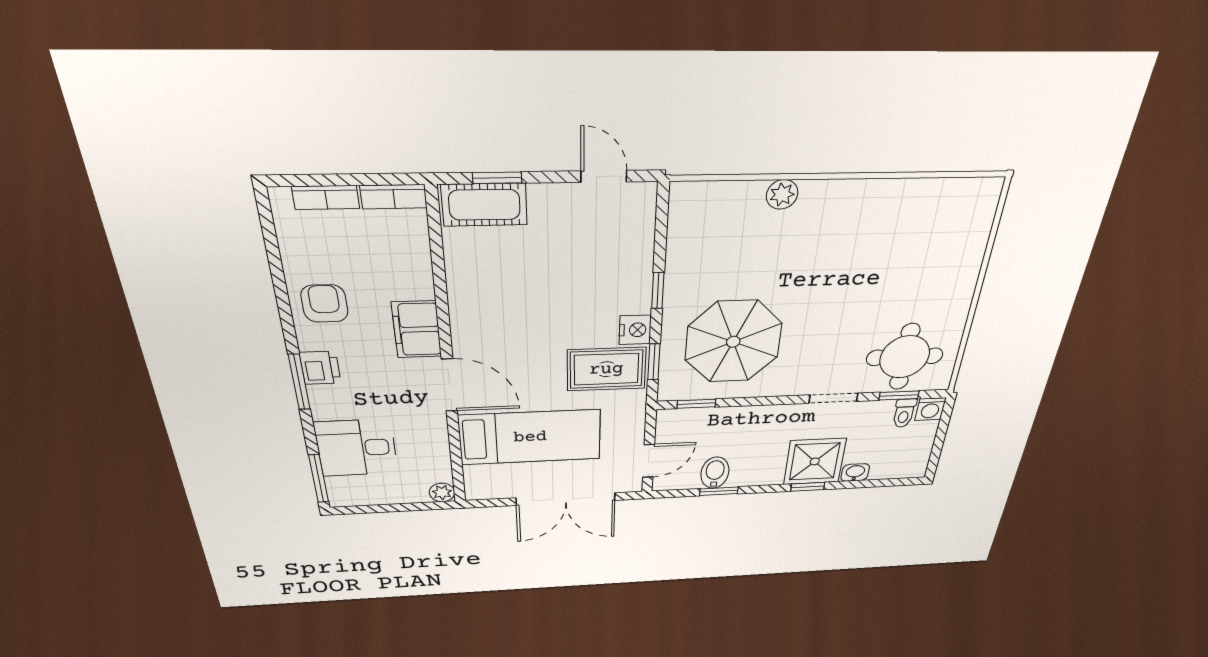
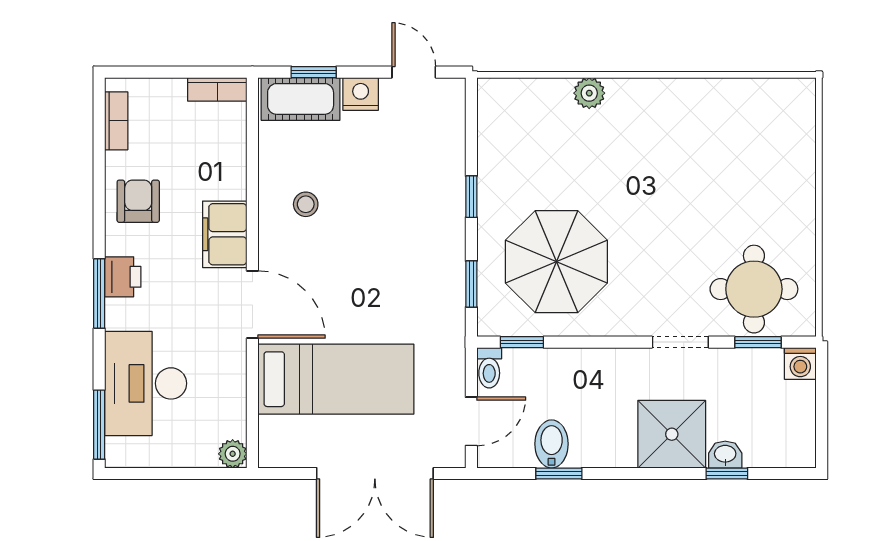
bookcase: (326, 198) -> (116, 121), moved, turned -90
stool: (495, 302) -> (306, 204), added
nightstand: (635, 330) -> (361, 94), moved, turned -90
rug: (606, 369) -> (420, 291), removed
toilet: (904, 413) -> (489, 368), moved
desk: (356, 448) -> (146, 383), width x1.37
window: (808, 487) -> (727, 473), moved

